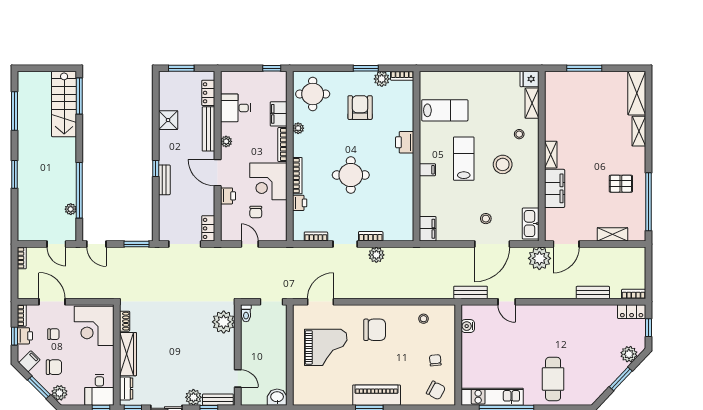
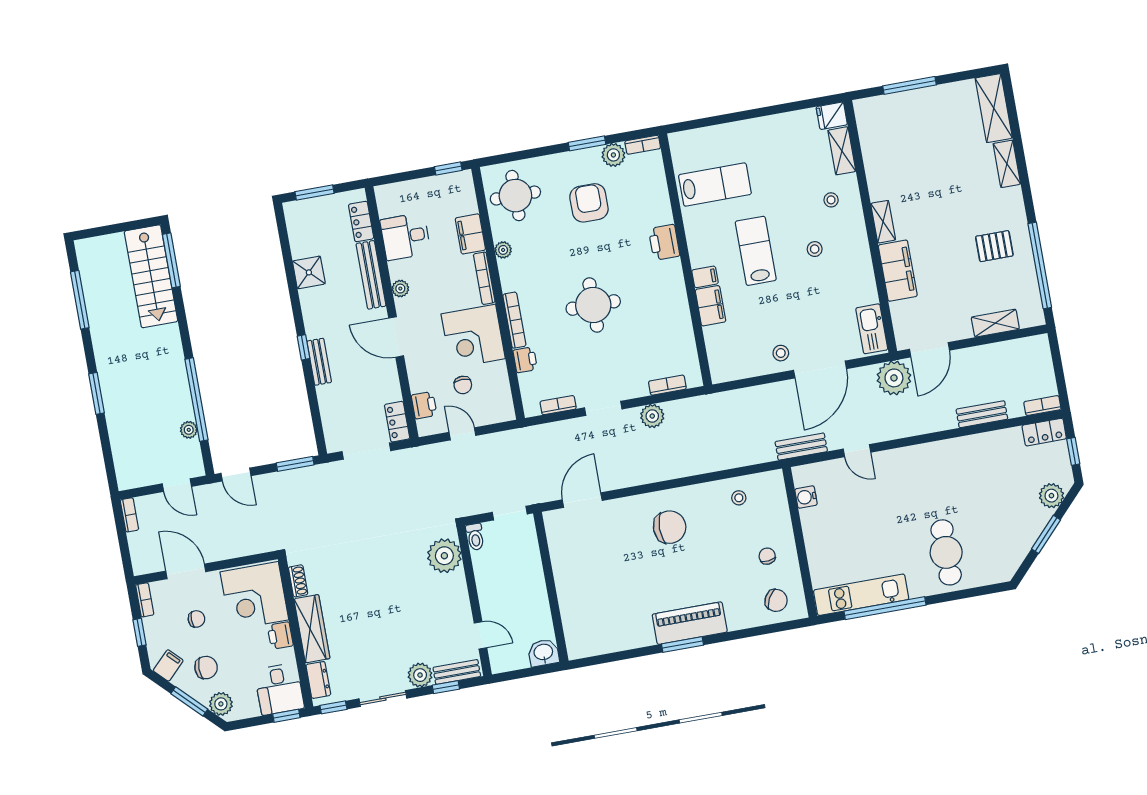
stool: (503, 164) -> (815, 249), width x0.53, depth x0.53
printer: (228, 196) -> (424, 405), moved
stool: (486, 219) -> (781, 353), moved
filing cabinet: (428, 229) -> (710, 306), moved
bookcase: (371, 236) -> (667, 385), moved
printer: (25, 336) -> (280, 636), moved, turned 180
grand piano: (326, 347) -> (602, 566), removed

